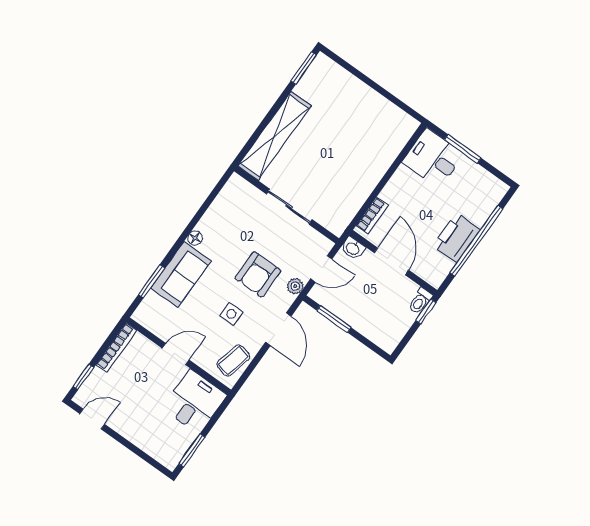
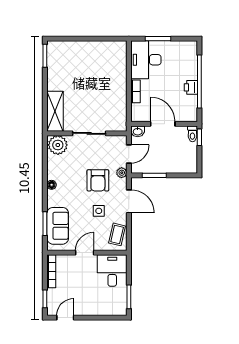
shelving: (275, 136) -> (55, 111), width x0.68
desk: (433, 158) -> (146, 60), width x1.37
plant: (239, 193) -> (58, 145), added
bookcase: (372, 215) -> (136, 91), moved
printer: (456, 238) -> (191, 87), width x0.53, depth x0.68
sofa: (181, 274) -> (58, 226), moved

